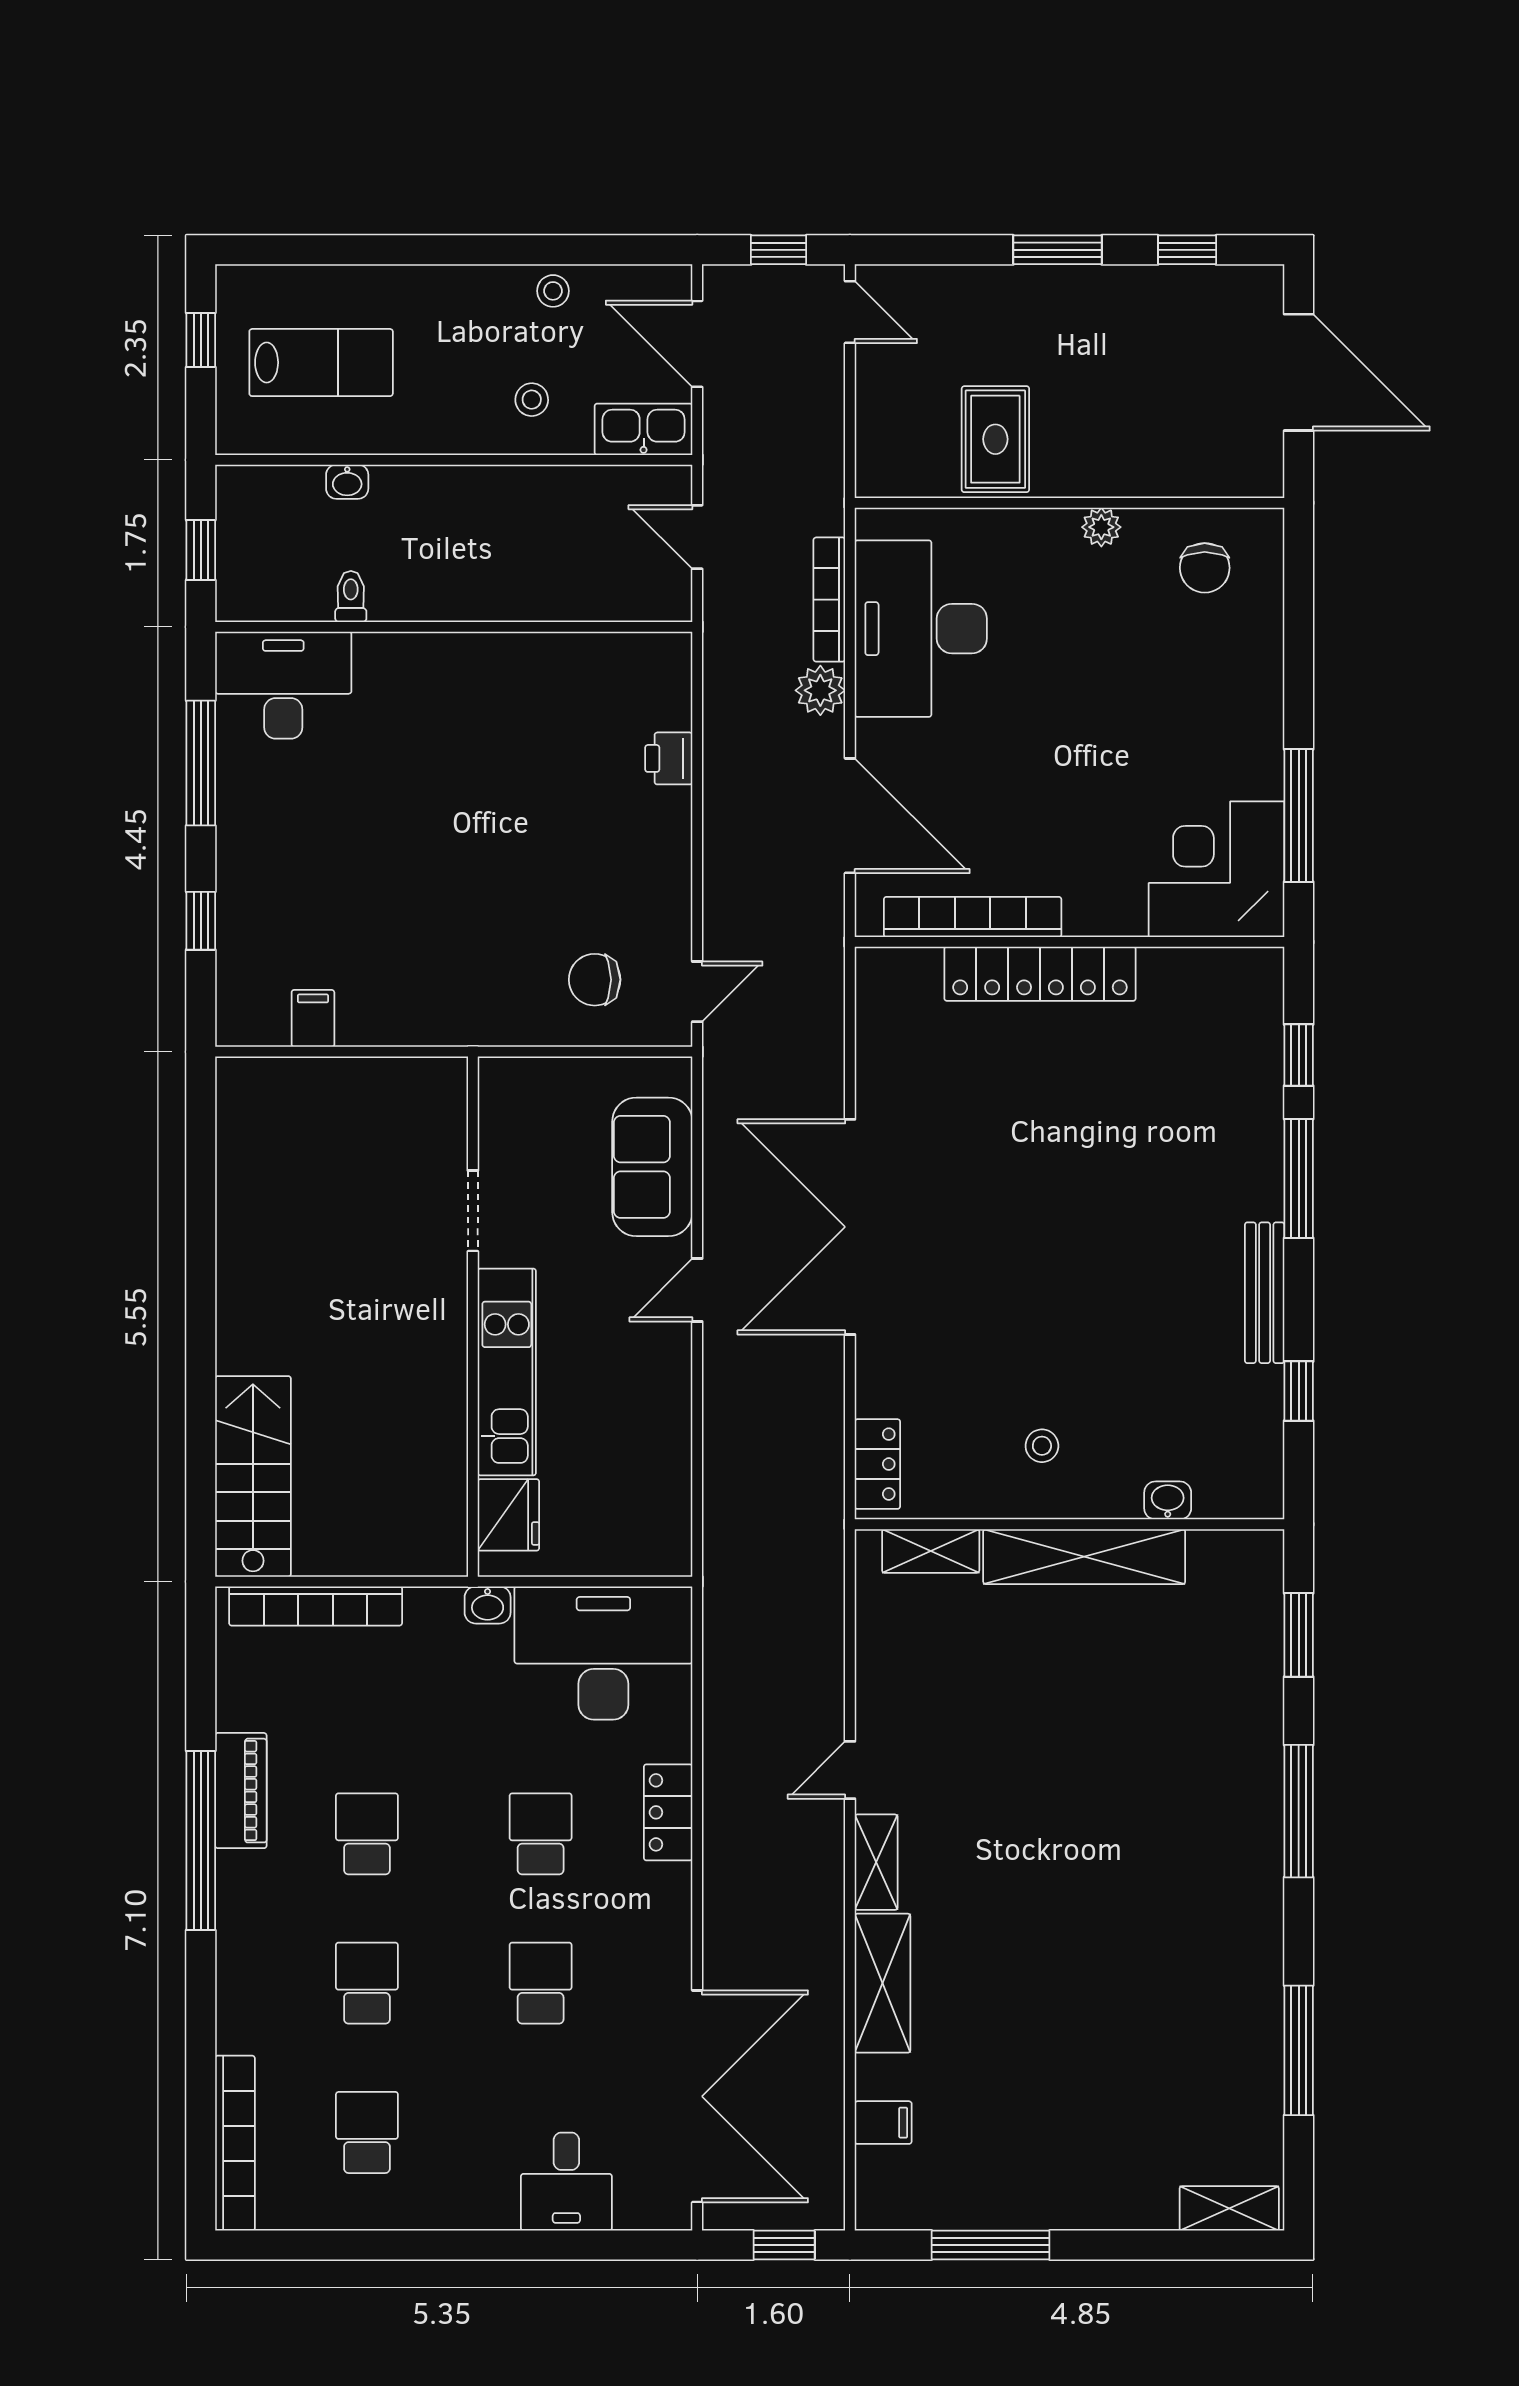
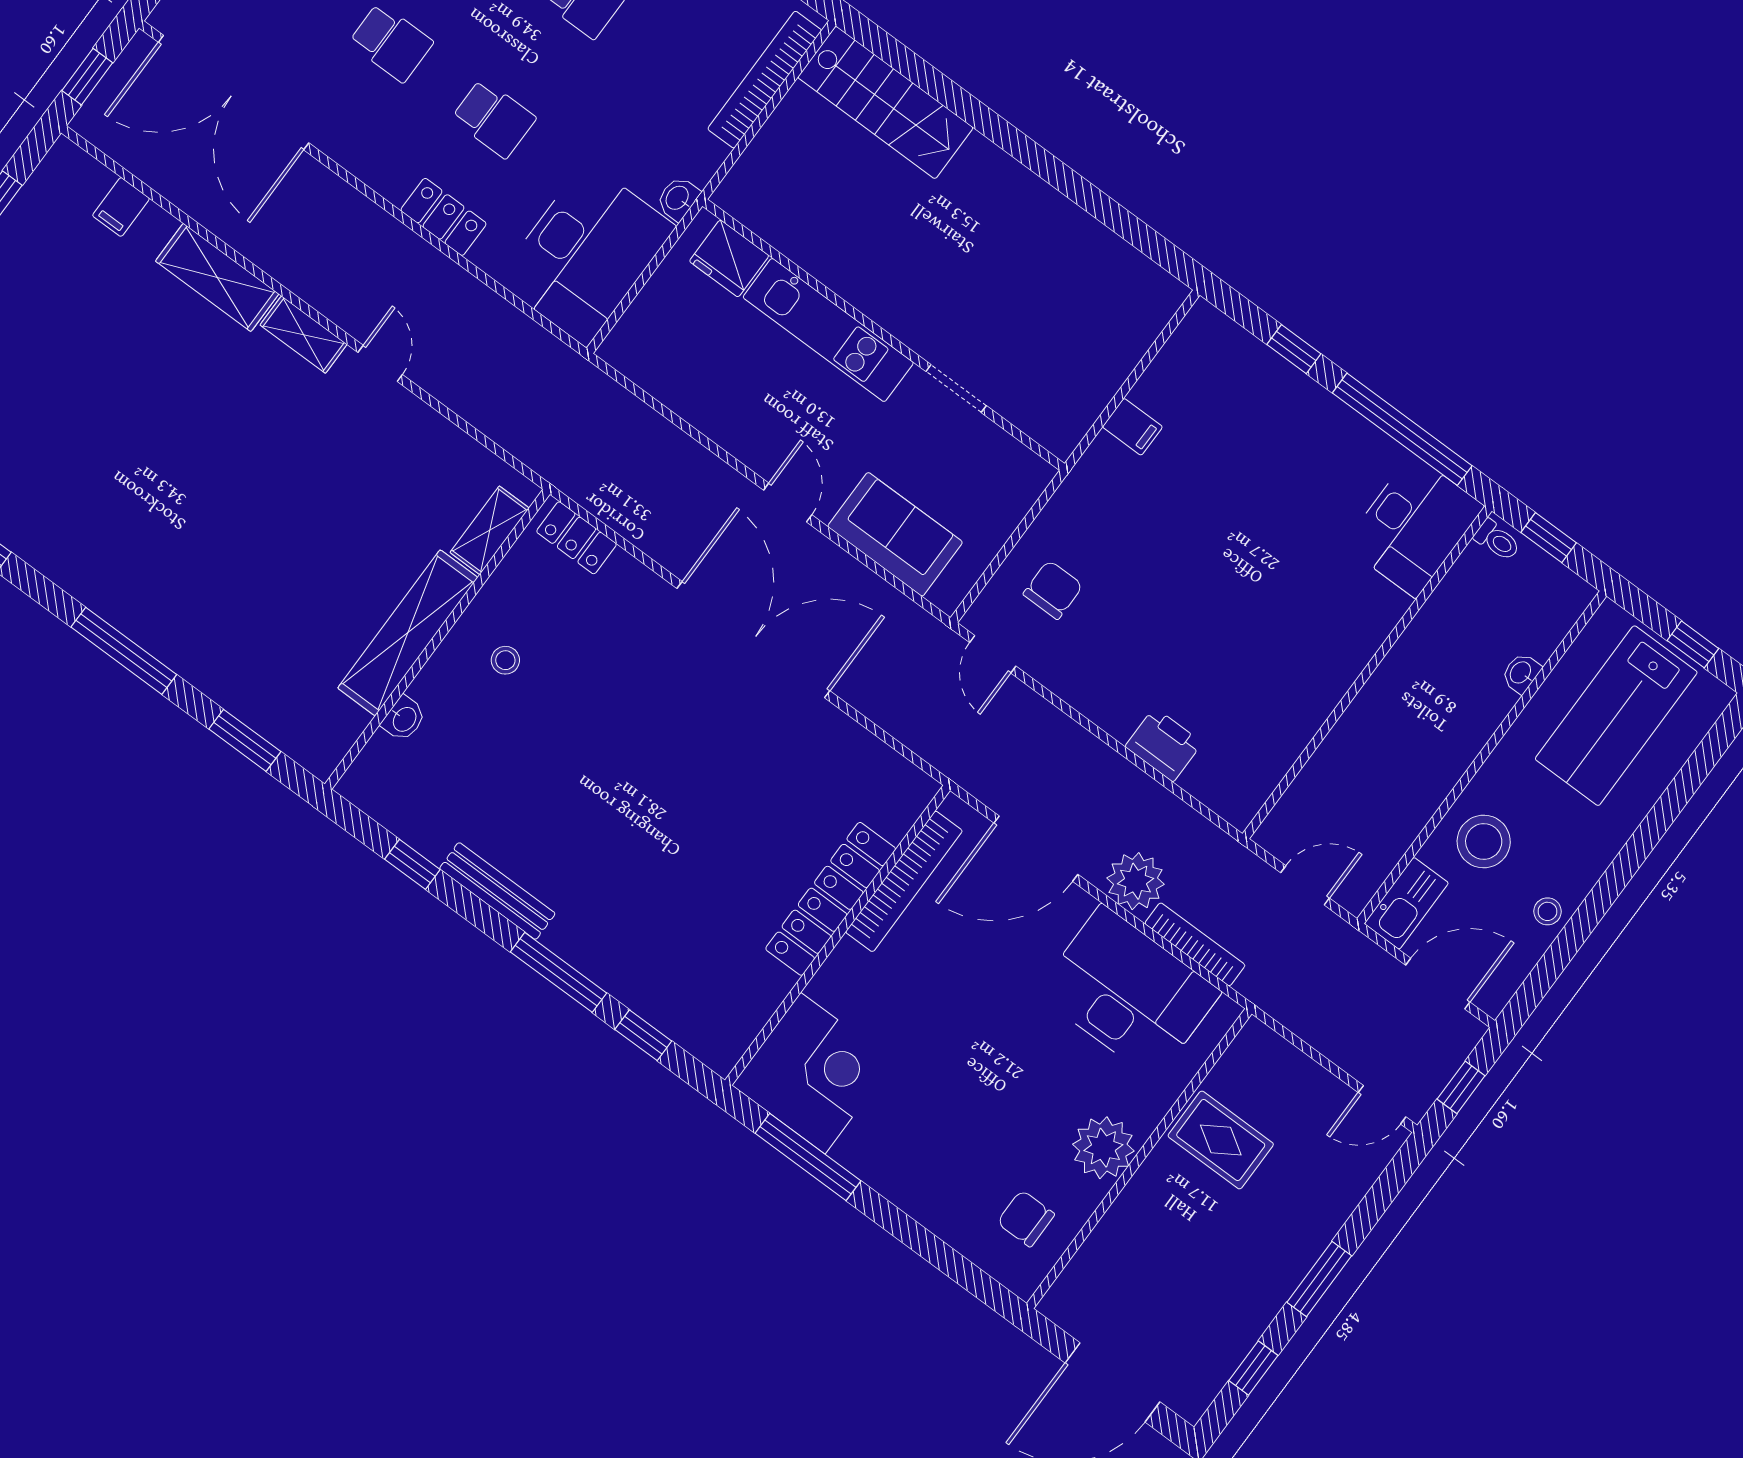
lab bench: (321, 363) -> (1616, 716), width x1.36, depth x1.39
stool: (532, 400) -> (1484, 841), width x1.89, depth x1.89
plant: (1101, 527) -> (1103, 1148), width x1.87, depth x1.87
toilet: (351, 597) -> (1497, 540), moved
plant: (820, 690) -> (1136, 881), width x1.36, depth x1.36
printer: (669, 758) -> (1164, 745), width x1.36, depth x1.24
window: (201, 763) -> (1402, 429), width x1.46
filing cabinet: (313, 1018) -> (1133, 427), moved

